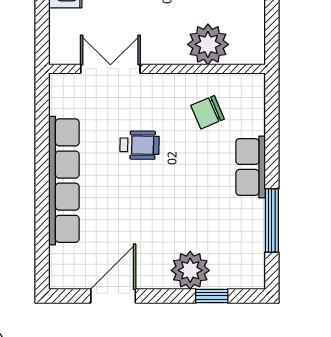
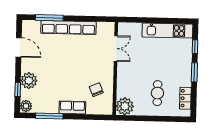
plant: (208, 44) -> (125, 106), moved
wheelchair: (139, 145) -> (83, 60), removed
window: (42, 226) -> (49, 18), added
plant: (250, 276) -> (26, 106), added

